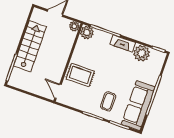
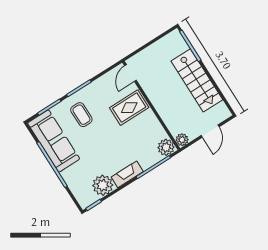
door: (58, 91) -> (130, 73), swing flipped

